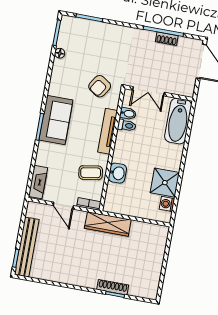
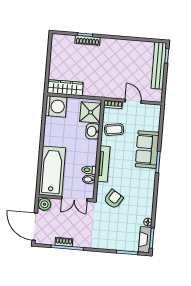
plant: (186, 88) -> (44, 204), added
double door: (148, 91) -> (74, 199), swing flipped
sofa: (56, 120) -> (147, 150), moved
bathtub: (178, 121) -> (52, 171), width x1.36, depth x1.36
fireplace: (38, 182) -> (145, 240), moved
shower: (165, 183) -> (91, 112), moved
washing machine: (167, 204) -> (56, 106), width x1.89, depth x1.89
wardrobe: (108, 224) -> (65, 88), moved

